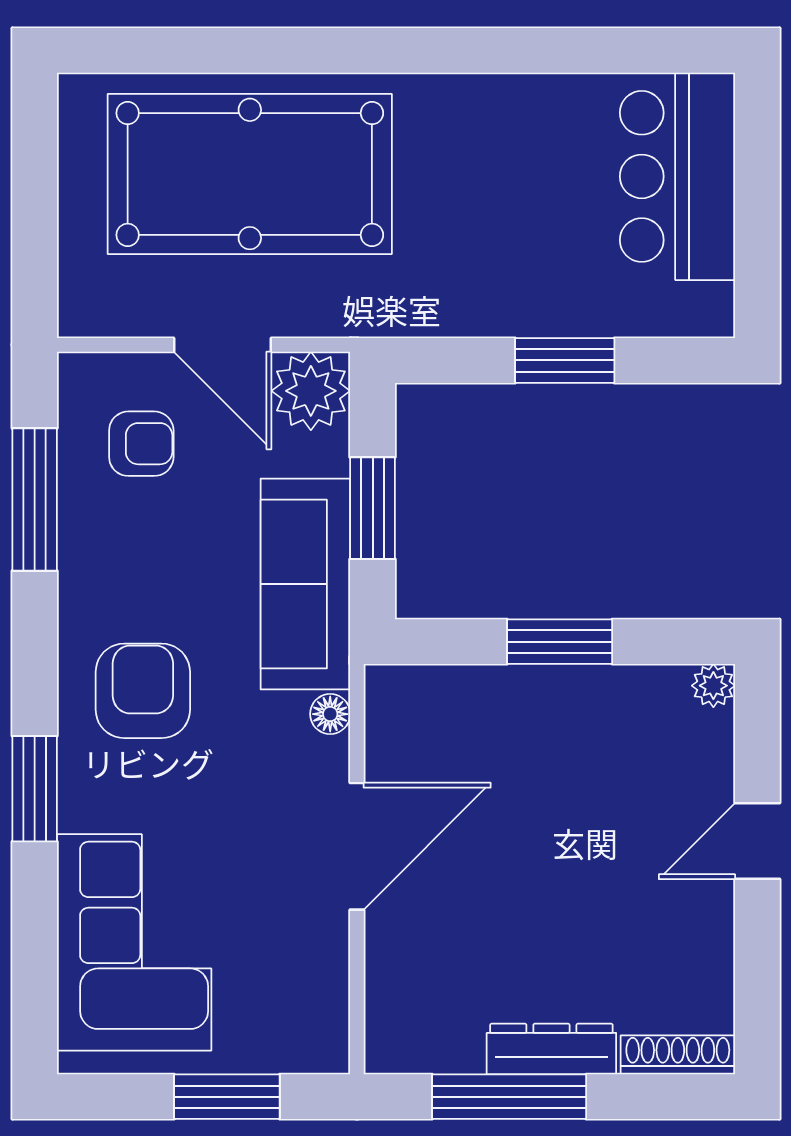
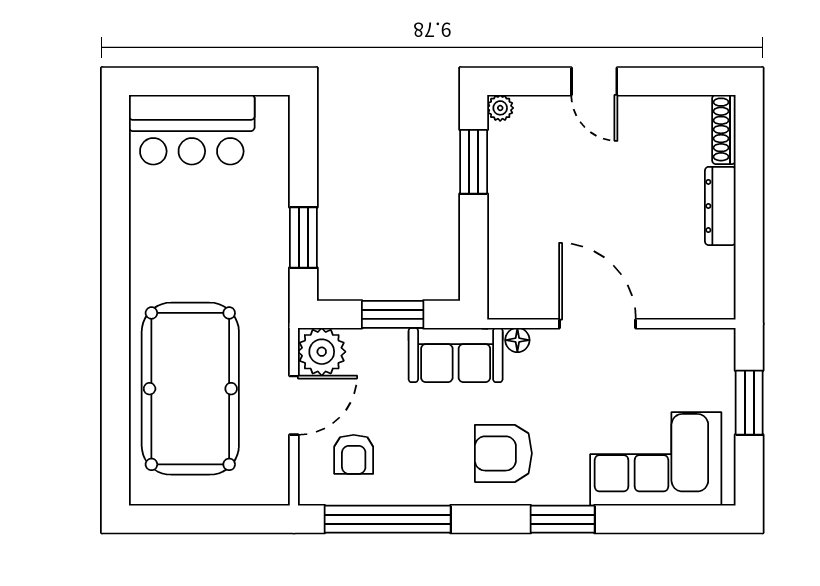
window: (565, 360) -> (303, 237), moved
armchair: (141, 444) -> (354, 454), turned 180
window: (35, 500) -> (388, 519), width x1.46
sofa: (305, 584) -> (456, 355), width x0.73
window: (560, 642) -> (474, 162), moved
window: (509, 1097) -> (749, 232), removed

